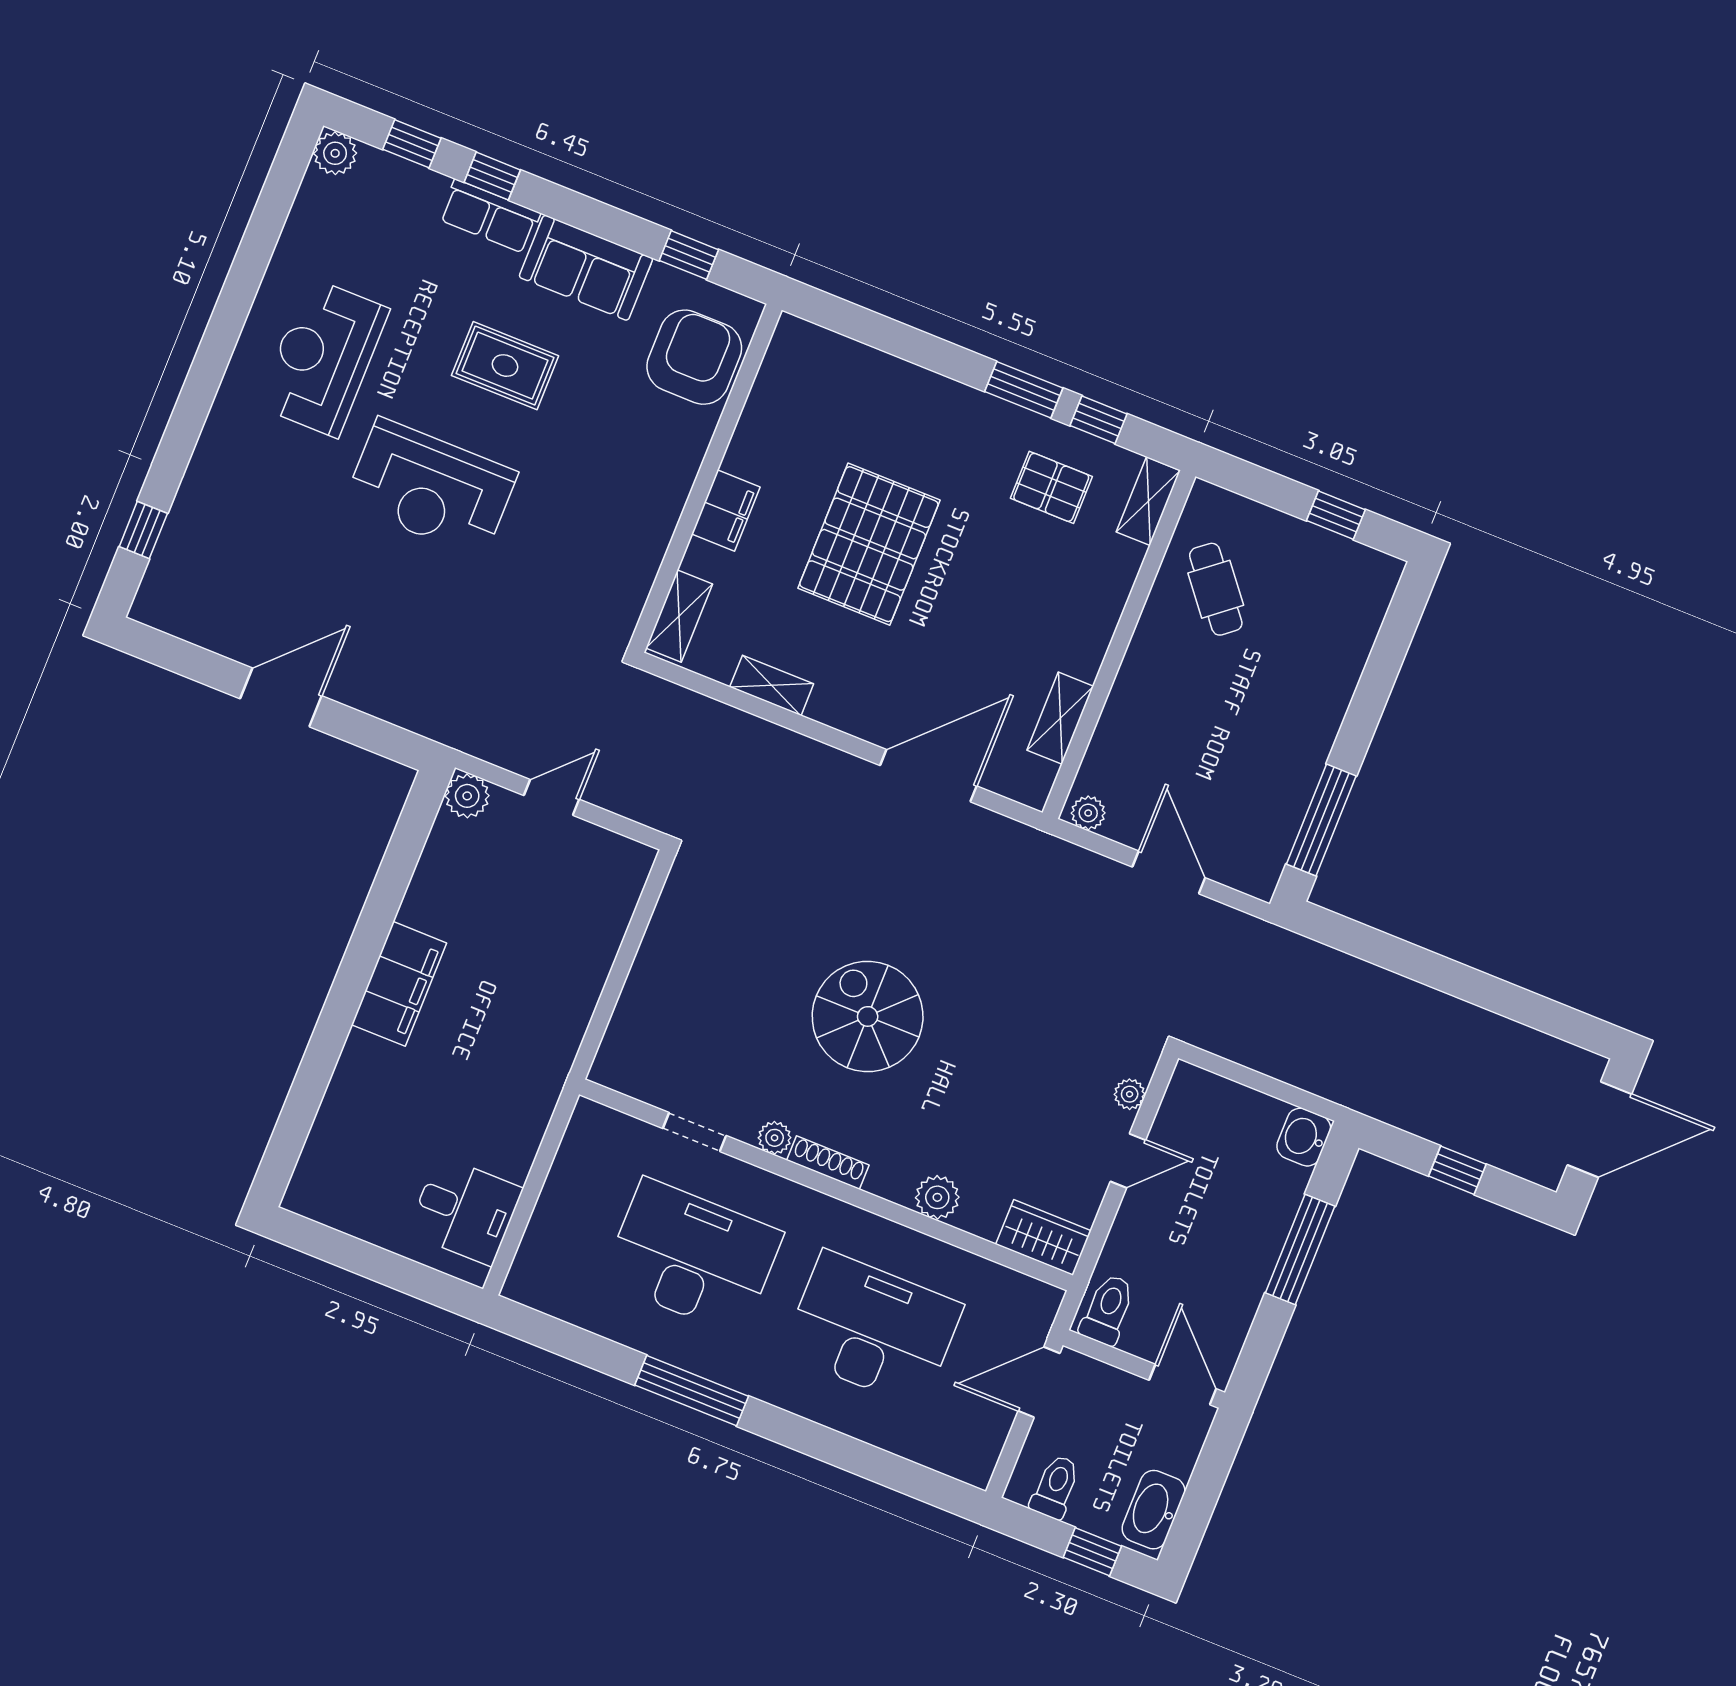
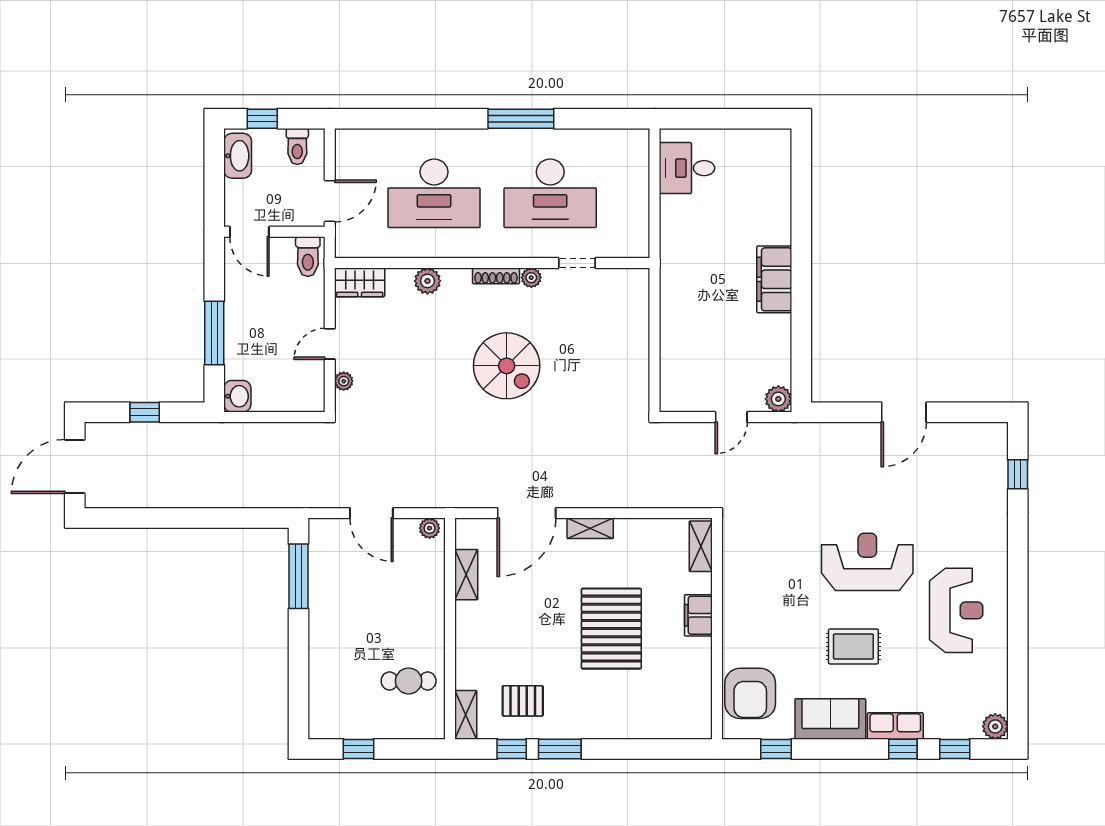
cafe table: (1216, 589) -> (409, 681), turned -51
shelving: (772, 685) -> (590, 528), moved

